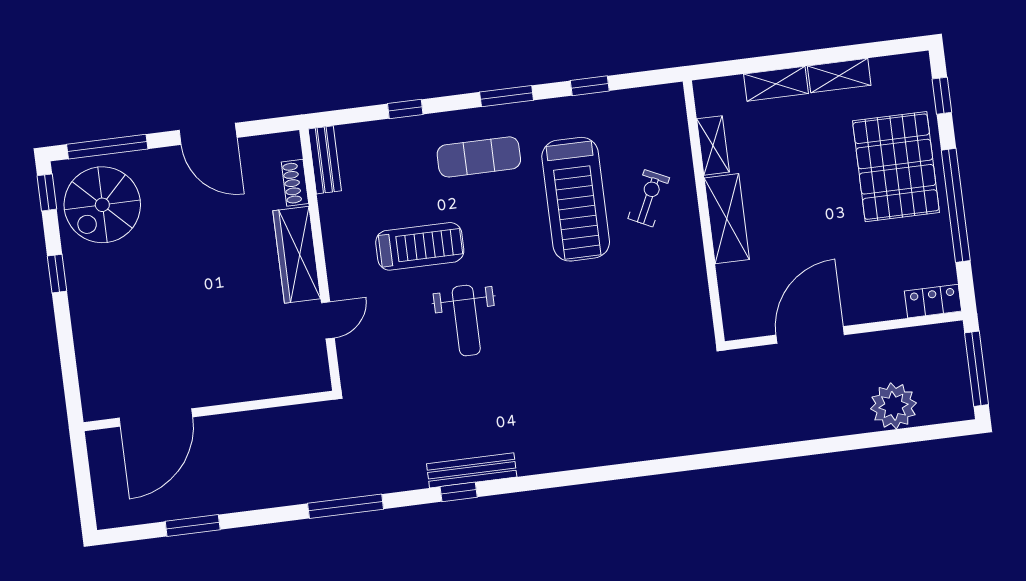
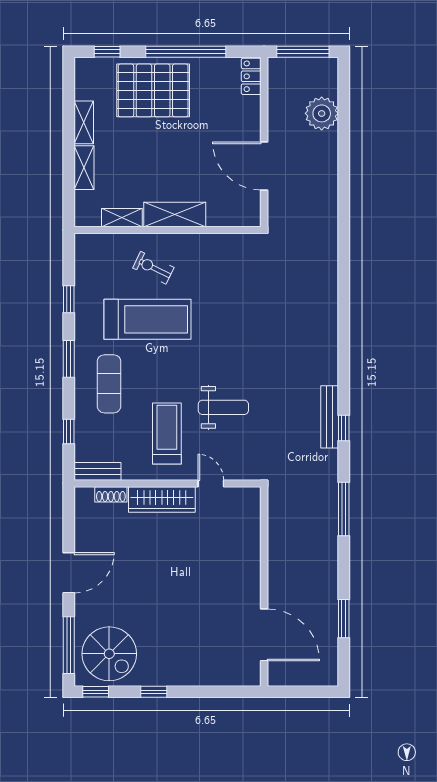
bench: (325, 160) -> (97, 471), moved
shoe rack: (295, 183) -> (111, 494), moved
wardrobe: (297, 255) -> (162, 500), moved
wall: (320, 260) -> (167, 483), moved
door: (328, 320) -> (211, 483), moved

